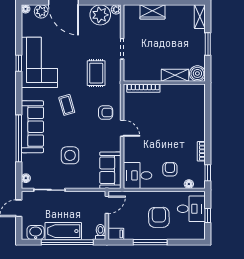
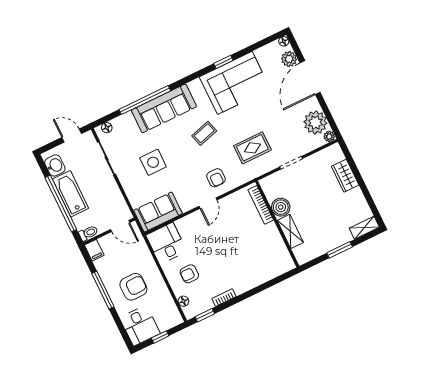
boiler: (197, 73) -> (281, 207), moved
armchair: (170, 169) -> (189, 274), turned 180
desk: (191, 209) -> (140, 326), moved

